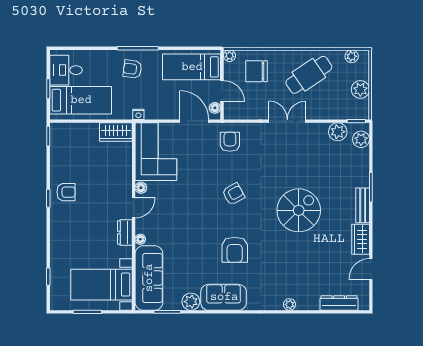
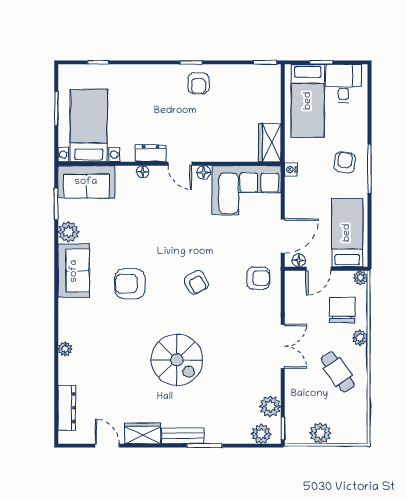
plant: (352, 56) -> (360, 338), moved
cafe table: (309, 75) -> (338, 372), width x0.73, depth x0.74
sofa: (149, 278) -> (86, 182), width x0.73

